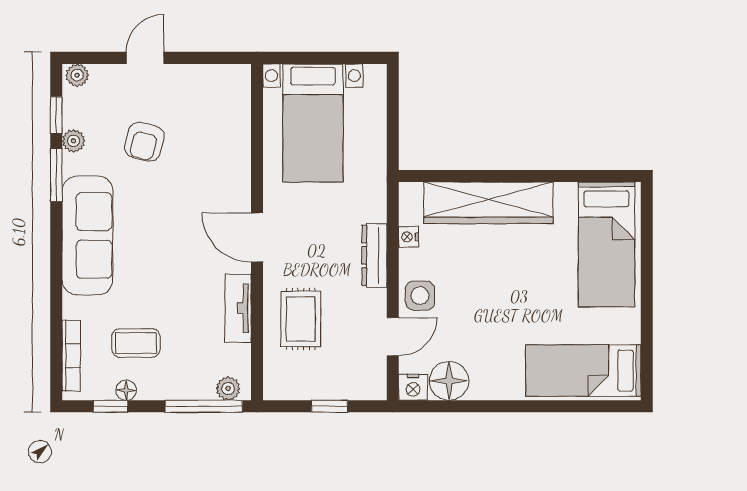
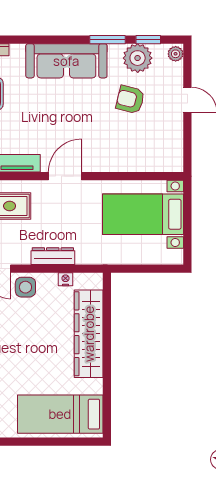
plant: (73, 141) -> (138, 58), width x1.88, depth x1.88

